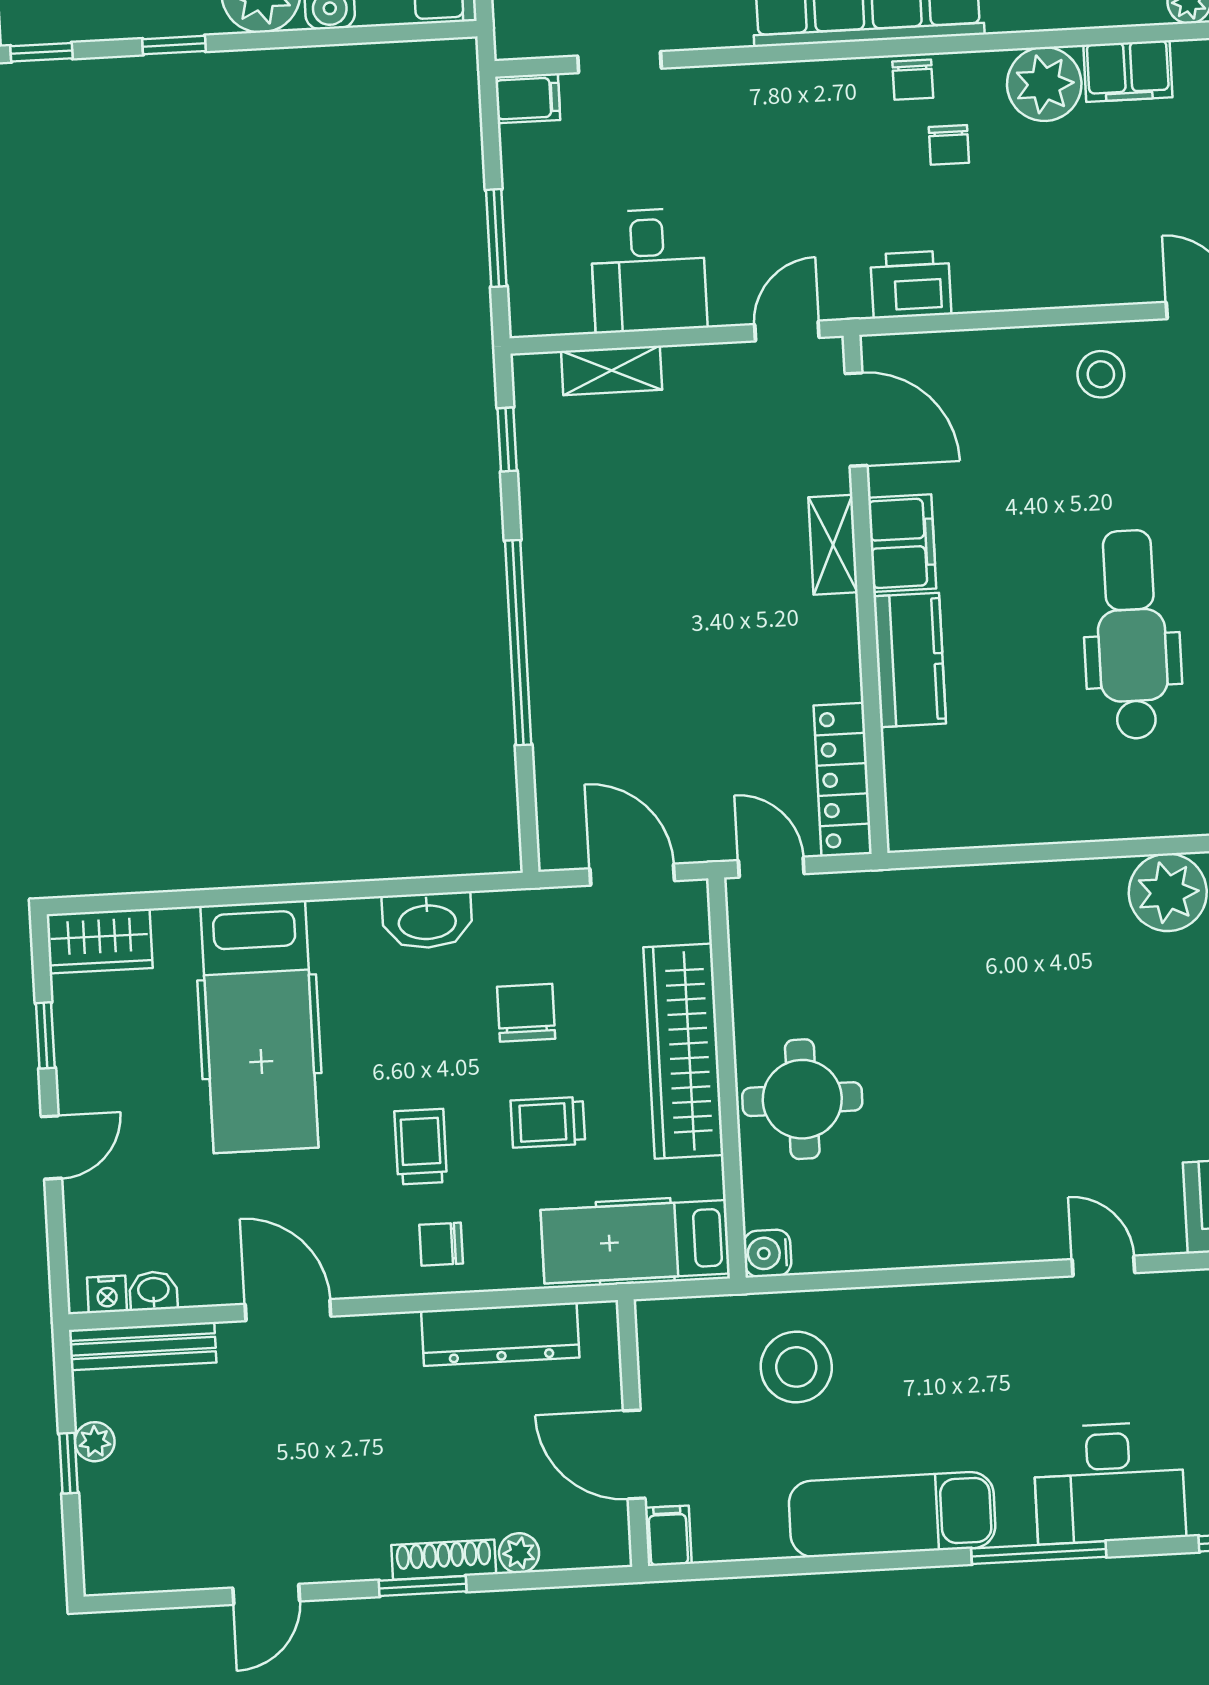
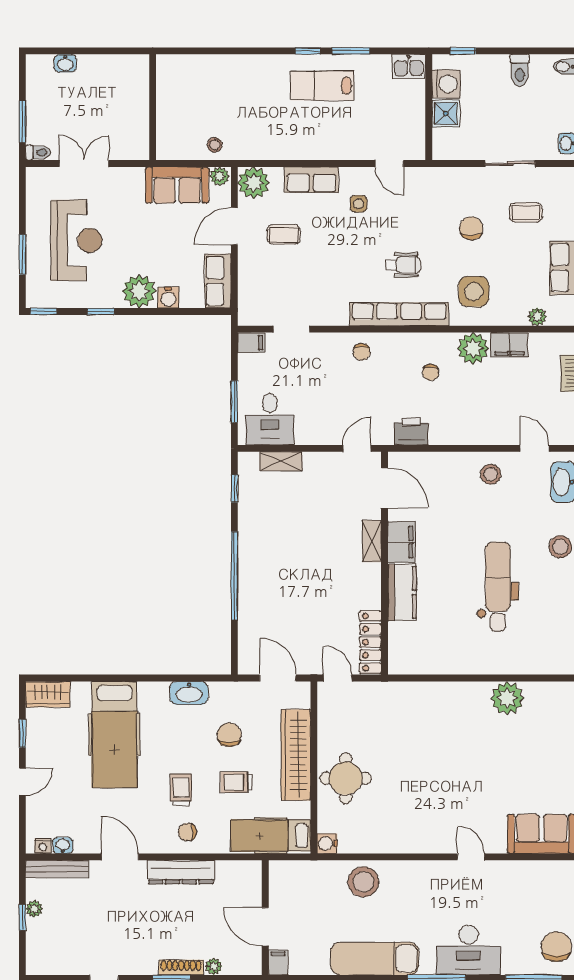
chair: (913, 80) -> (362, 352), moved
desk: (648, 270) -> (270, 419), moved
dresser: (500, 1334) -> (181, 872), moved
stool: (796, 1367) -> (363, 882), moved

